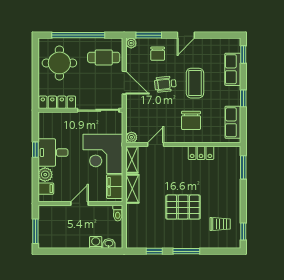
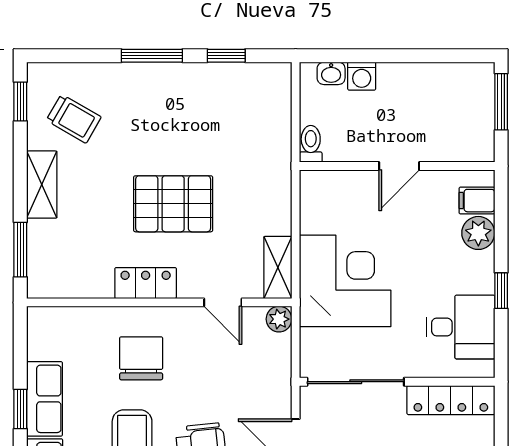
row of seats: (233, 122) -> (45, 399), moved
door: (156, 145) -> (223, 302), hinge flipped
desk: (53, 153) -> (460, 327), moved
locker: (201, 153) -> (146, 283), moved
filing cabinet: (115, 187) -> (318, 205), removed
shelving: (132, 189) -> (42, 185), moved
pallet: (183, 207) -> (173, 204), moved
trolley: (220, 224) -> (74, 119), turned -150

